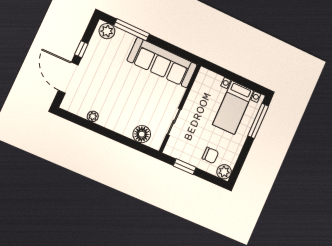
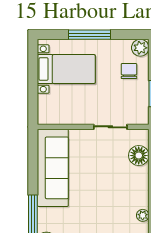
window: (258, 121) -> (90, 35), moved

